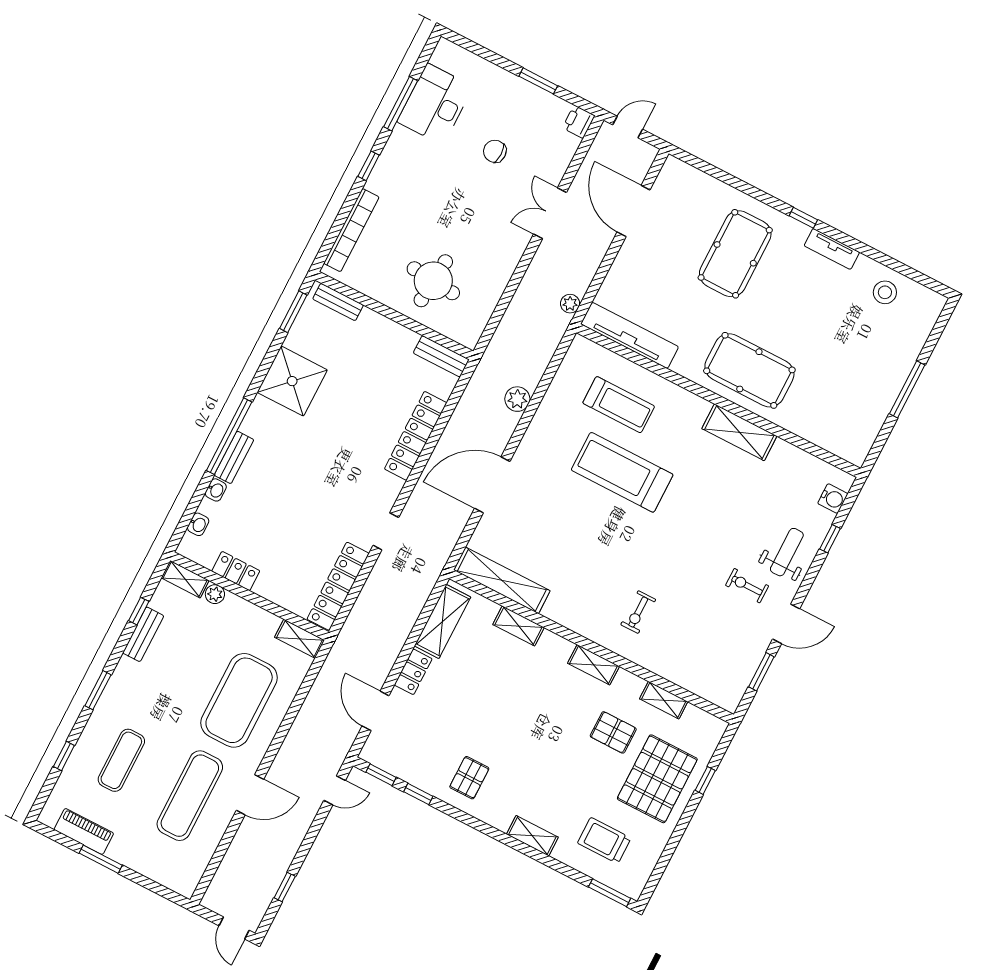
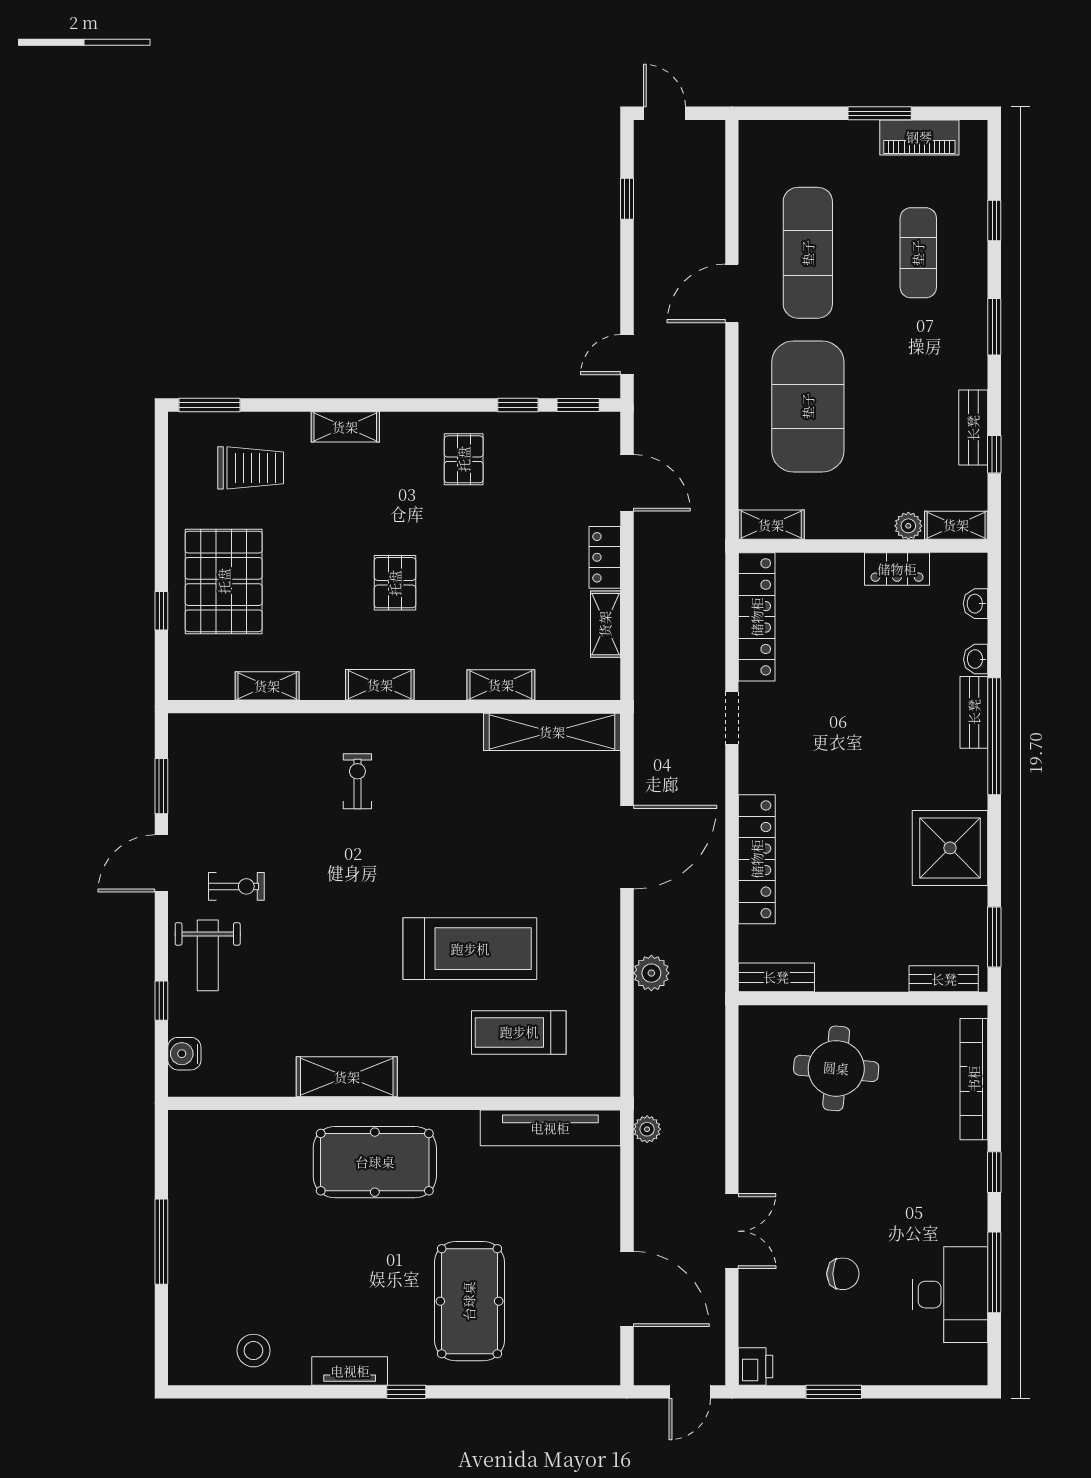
shelving: (443, 621) -> (605, 624), width x0.67, depth x0.75
pallet: (613, 732) -> (395, 583), moved, turned 90

